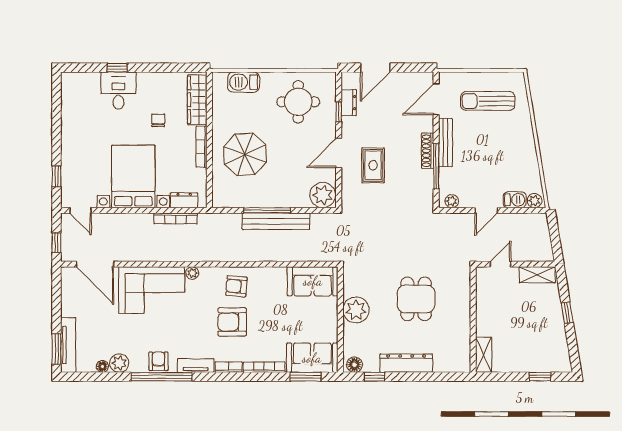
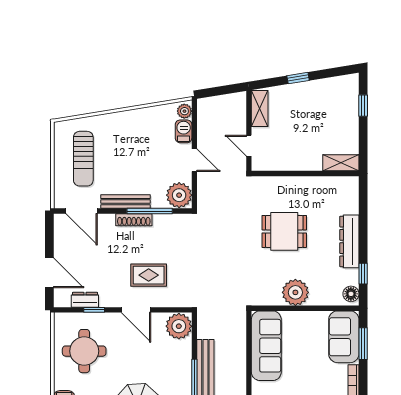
plant: (452, 201) -> (179, 195), width x1.88, depth x1.88
sofa: (313, 281) -> (266, 346), width x1.36

